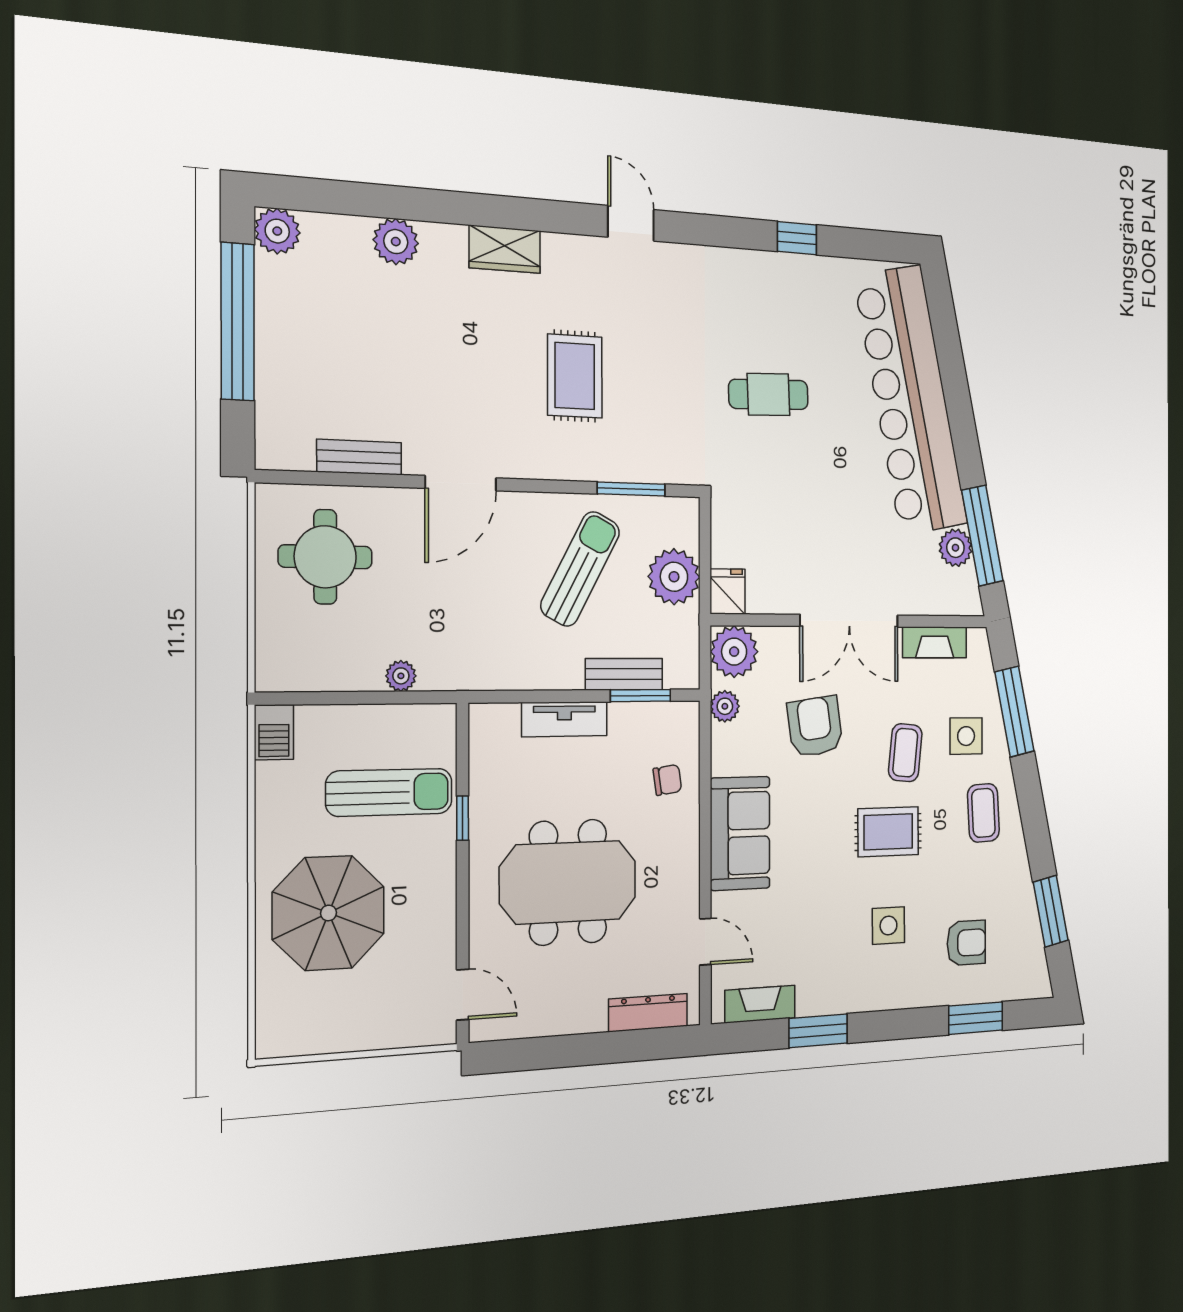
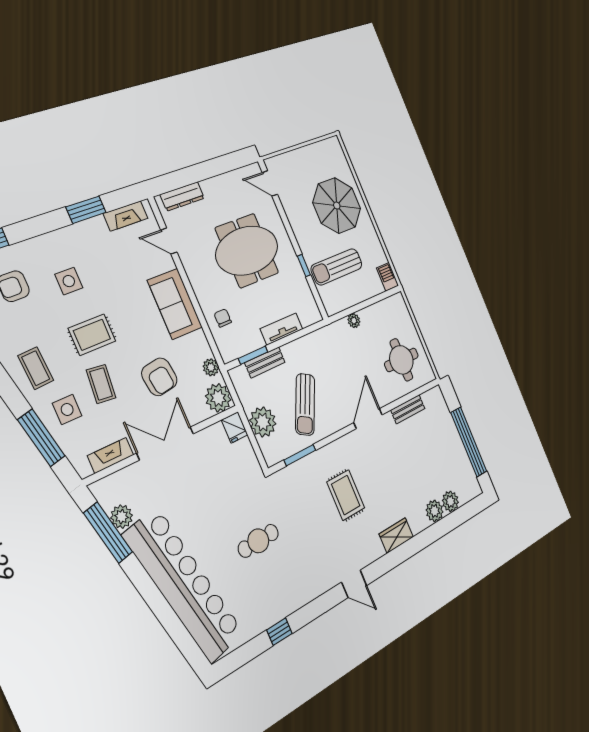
plant: (277, 231) -> (450, 501), moved
chair: (667, 780) -> (223, 318), turned 98

